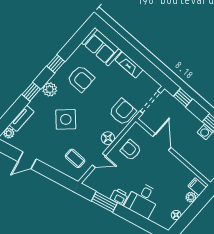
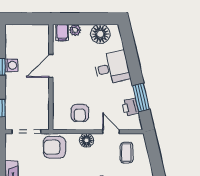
door: (162, 142) -> (51, 66), moved
printer: (119, 197) -> (130, 107), moved
floor lamp: (176, 215) -> (100, 34), width x1.89, depth x1.89

